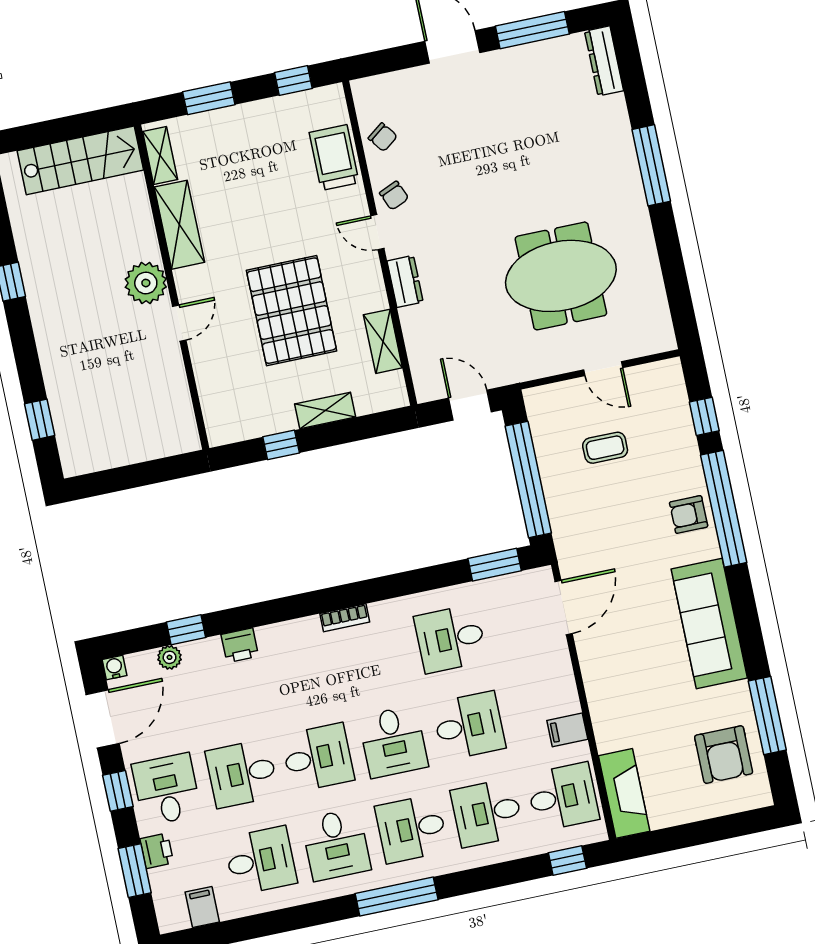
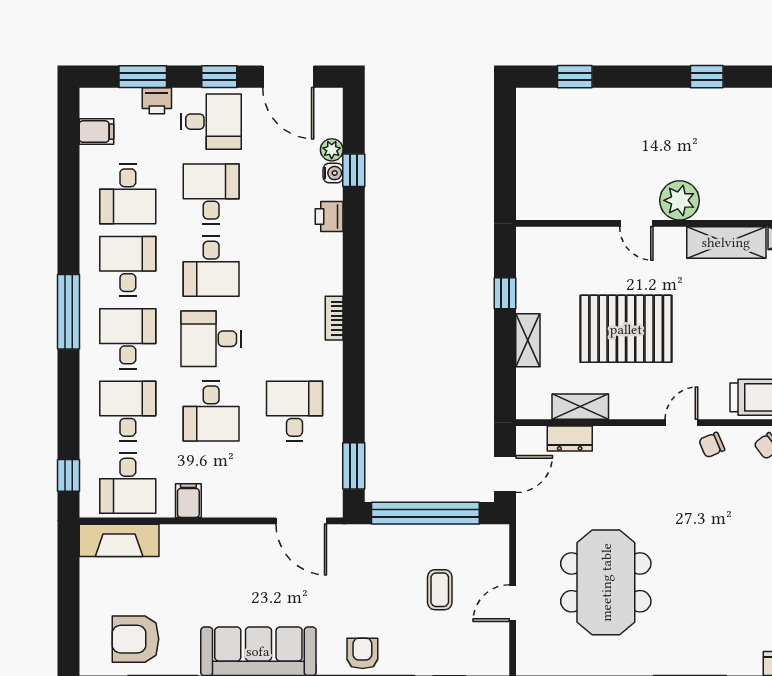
dresser: (405, 281) -> (570, 438), moved
water cooler: (114, 667) -> (333, 173), moved
desk: (336, 845) -> (128, 266), turned 90

